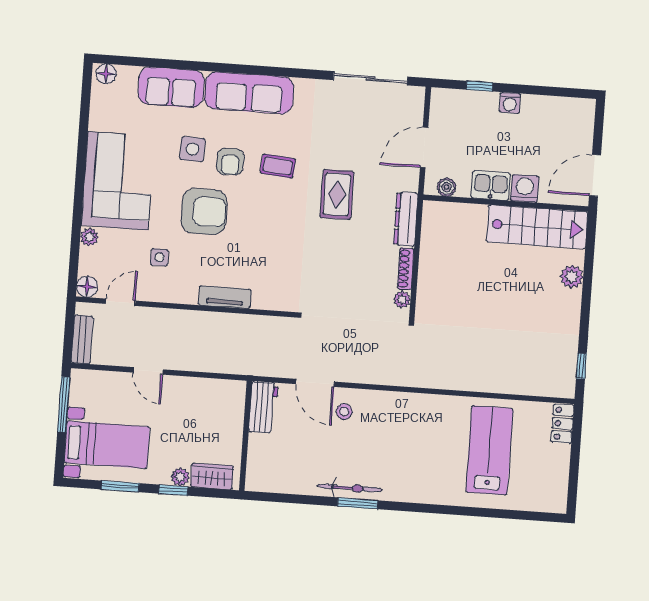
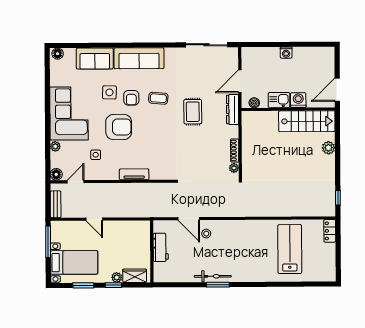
window: (480, 86) -> (268, 45), removed
dresser: (406, 219) -> (233, 109), moved
workbench: (263, 407) -> (161, 247), moved

